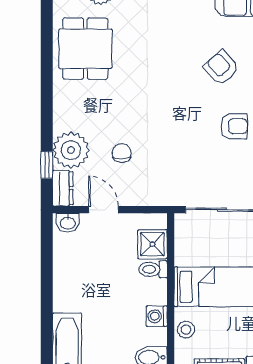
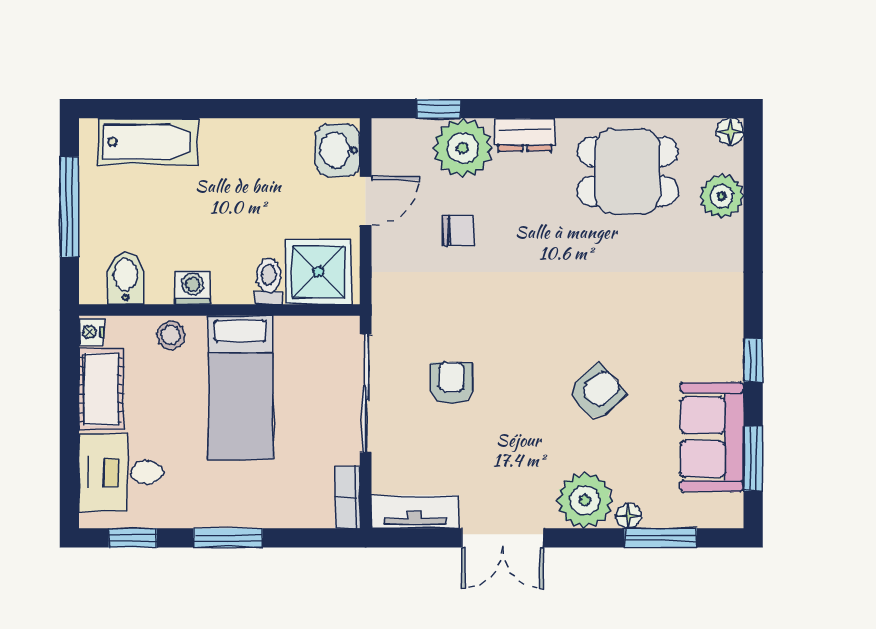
armchair: (234, 126) -> (452, 383), moved, turned 180
dresser: (63, 188) -> (525, 135), moved
washbasin: (68, 223) -> (338, 150), width x1.38, depth x1.45
shower: (152, 244) -> (318, 272), width x1.36, depth x1.36

